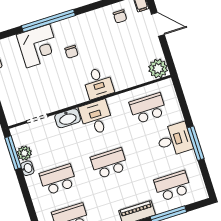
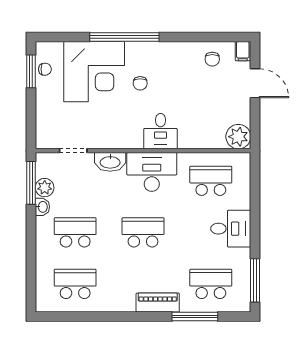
corner desk: (38, 46) -> (94, 72), width x1.36, depth x1.36
desk: (96, 117) -> (152, 172), width x1.37
window: (196, 143) -> (255, 280), moved

